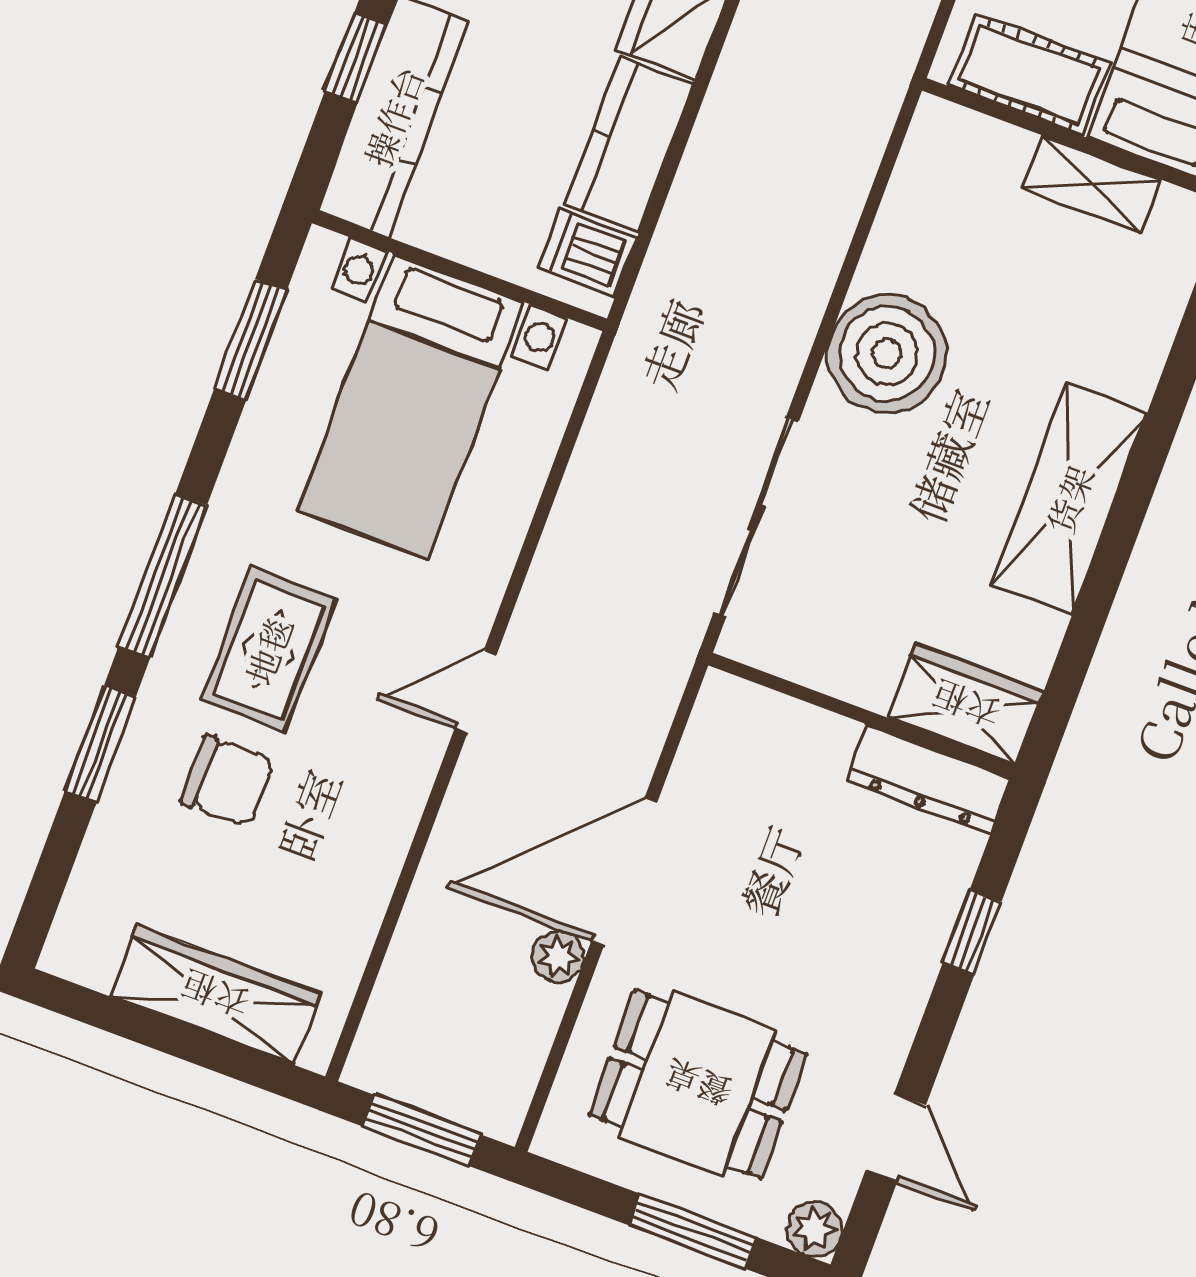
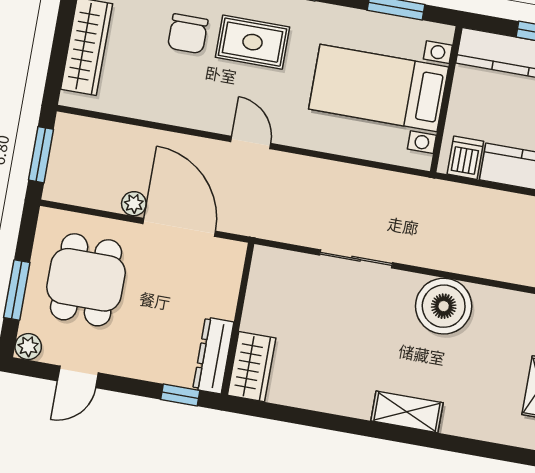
shelving: (1069, 499) -> (407, 412), width x0.67, depth x0.75
sliding door: (756, 517) -> (356, 259), width x0.73
wardrobe: (966, 705) -> (252, 367), moved
wall: (862, 715) -> (238, 319), moved
dresser: (928, 780) -> (213, 355), moved

